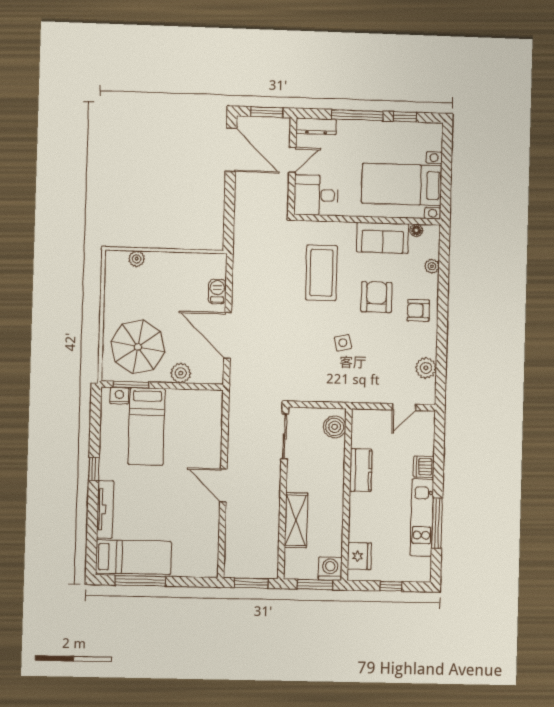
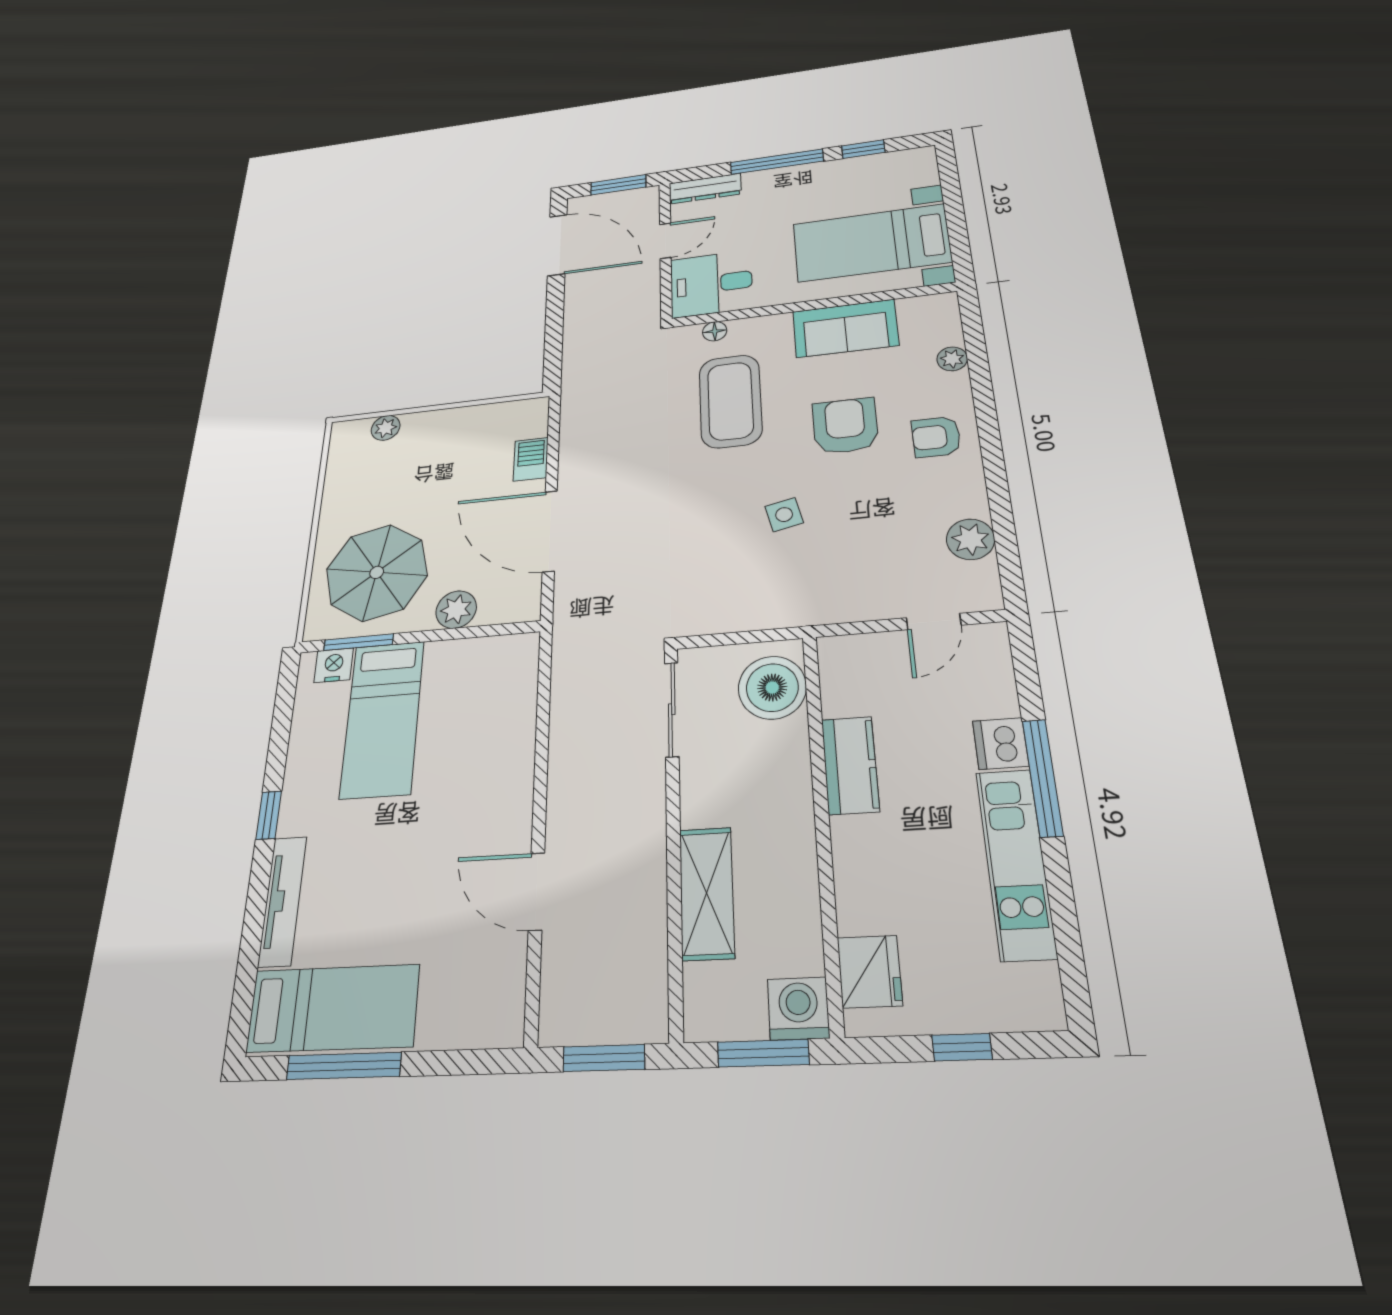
floor lamp: (416, 230) -> (715, 331), moved
boiler: (335, 427) -> (772, 688), width x1.37, depth x1.37
door: (223, 485) -> (536, 891), moved
window: (437, 523) -> (1042, 777), moved

